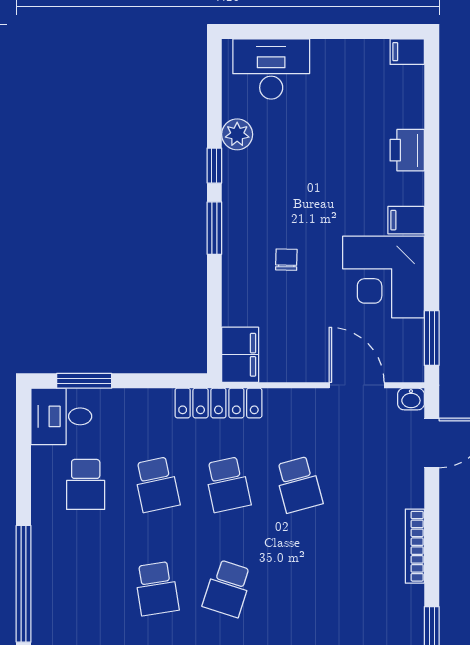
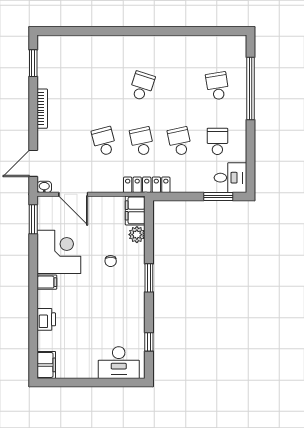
filing cabinet: (407, 52) -> (46, 365), width x2.00
plant: (237, 134) -> (137, 235), moved
window: (214, 166) -> (149, 342), moved
school desk: (157, 588) -> (217, 86), moved

